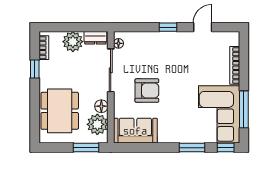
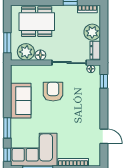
window: (168, 27) -> (104, 81), moved
armchair: (147, 90) -> (53, 92), turned 180
sofa: (135, 131) -> (21, 101), moved

